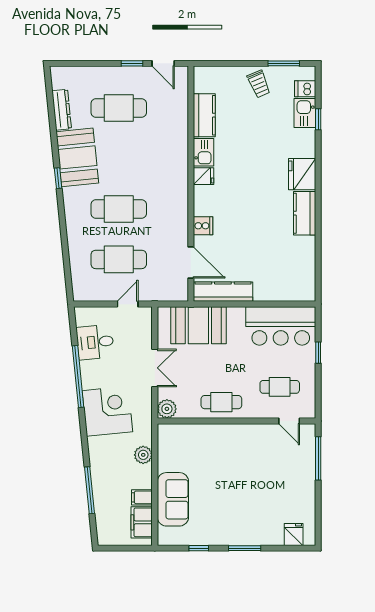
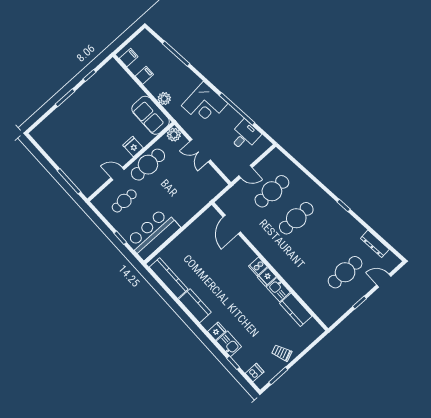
door: (163, 63) -> (384, 281), moved
kitchen sink: (305, 113) -> (229, 344), moved
booth: (77, 157) -> (343, 226), removed
fridge: (302, 174) -> (217, 331), width x0.53, depth x0.75
cooker: (203, 226) -> (258, 266), moved
door: (191, 263) -> (232, 224), hinge flipped
kitchen counter: (223, 292) -> (169, 278), moved, turned -90
door: (128, 304) -> (246, 172), hinge flipped
booth: (198, 325) -> (197, 195), removed
cafe table: (221, 402) -> (148, 165), width x1.37, depth x1.35
door: (289, 421) -> (118, 174), moved
sofa: (173, 499) -> (151, 115), moved
filing cabinet: (142, 522) -> (129, 57), width x0.50
fridge: (294, 535) -> (133, 147), moved, turned 180

